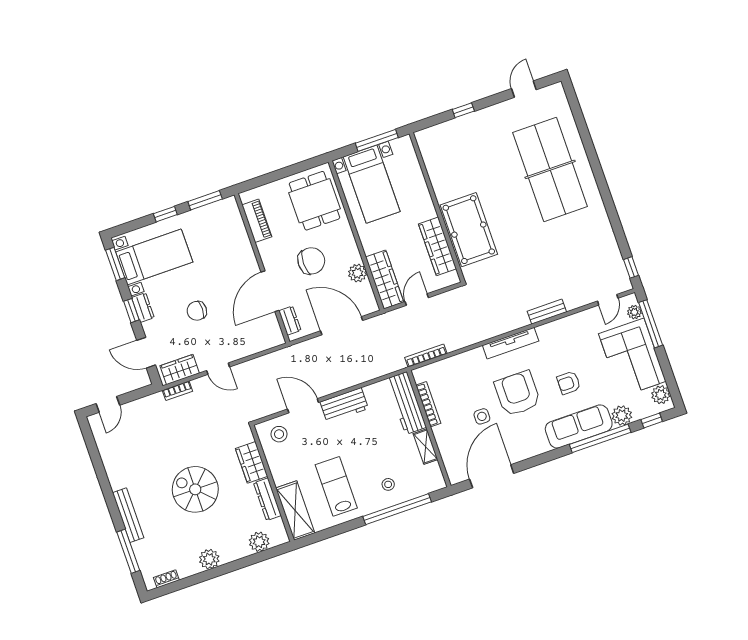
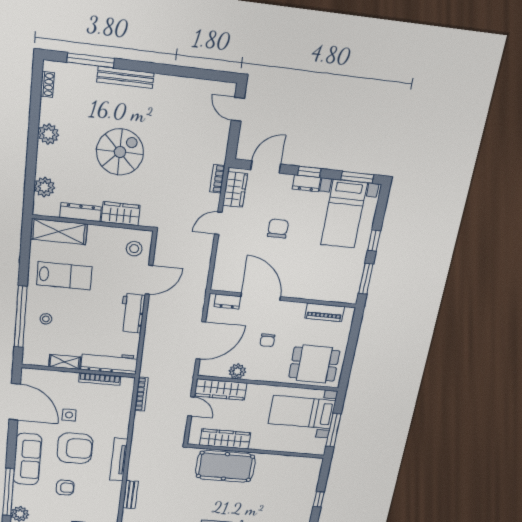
chair: (311, 261) -> (267, 340), width x0.54, depth x0.54
armchair: (569, 383) -> (65, 488), turned 90
sofa: (579, 426) -> (27, 459), moved

